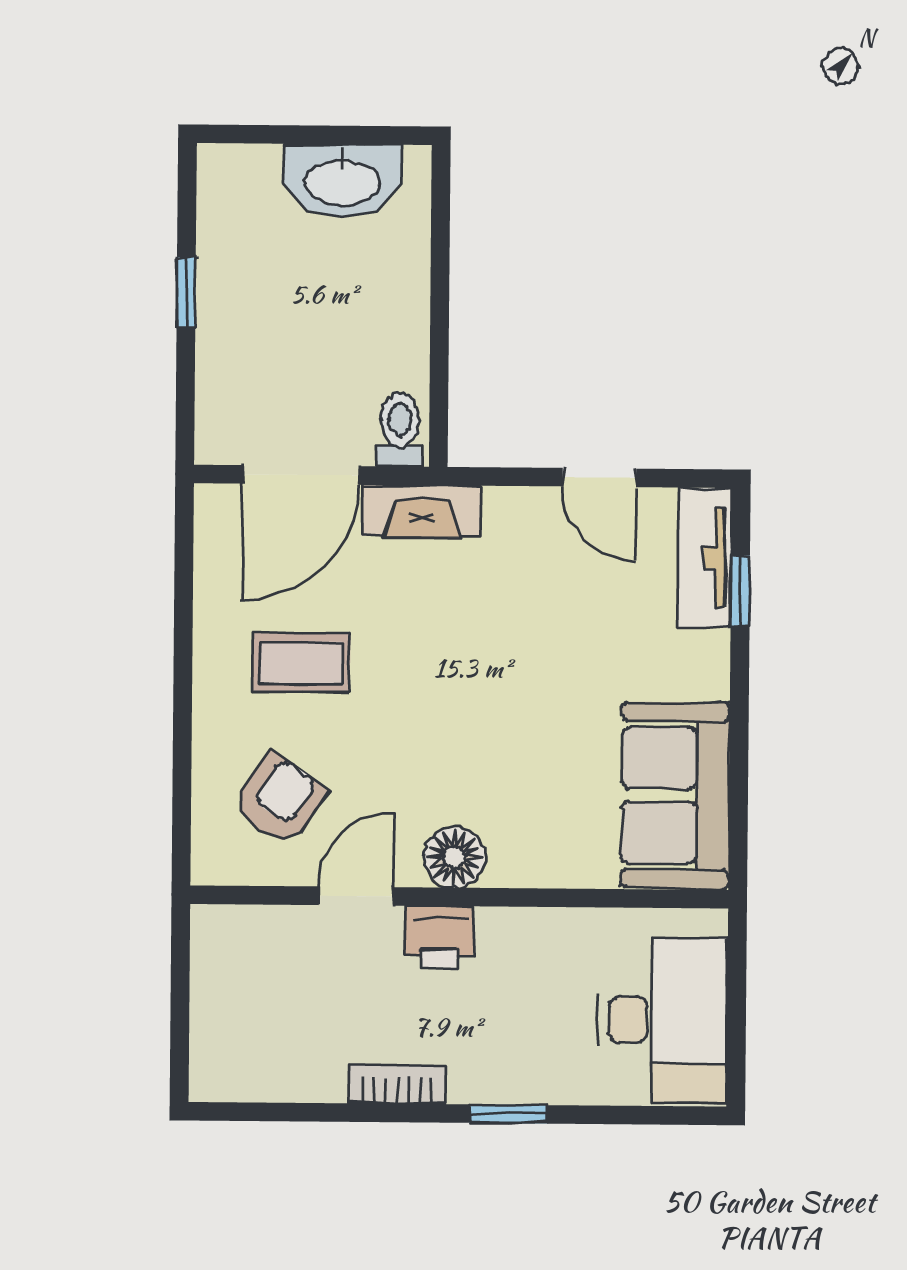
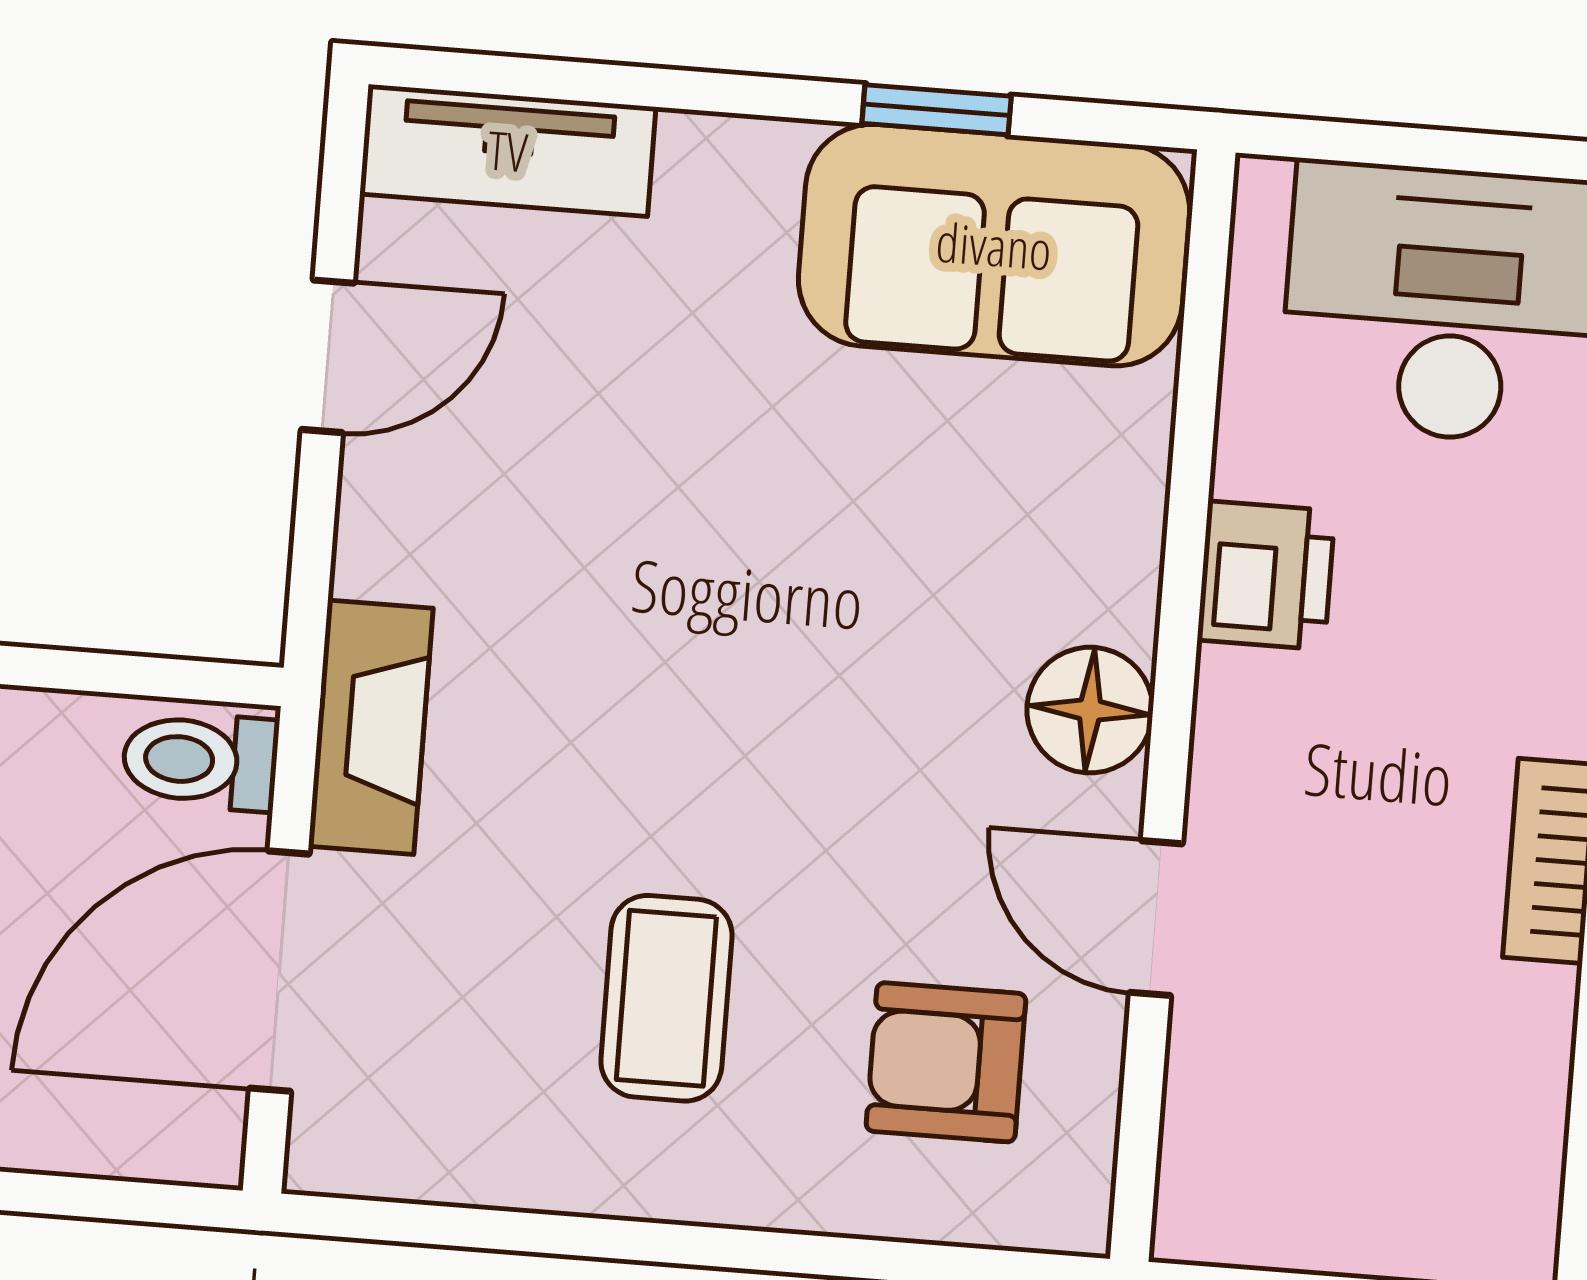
door: (301, 475) -> (279, 971), swing flipped
window: (740, 591) -> (937, 110), moved
armchair: (280, 800) -> (946, 1062), turned -34
printer: (439, 937) -> (1266, 575), moved

